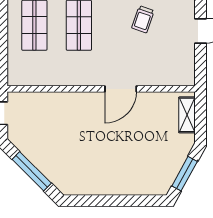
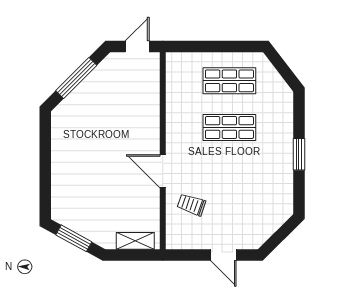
trolley: (143, 19) -> (191, 205), moved

